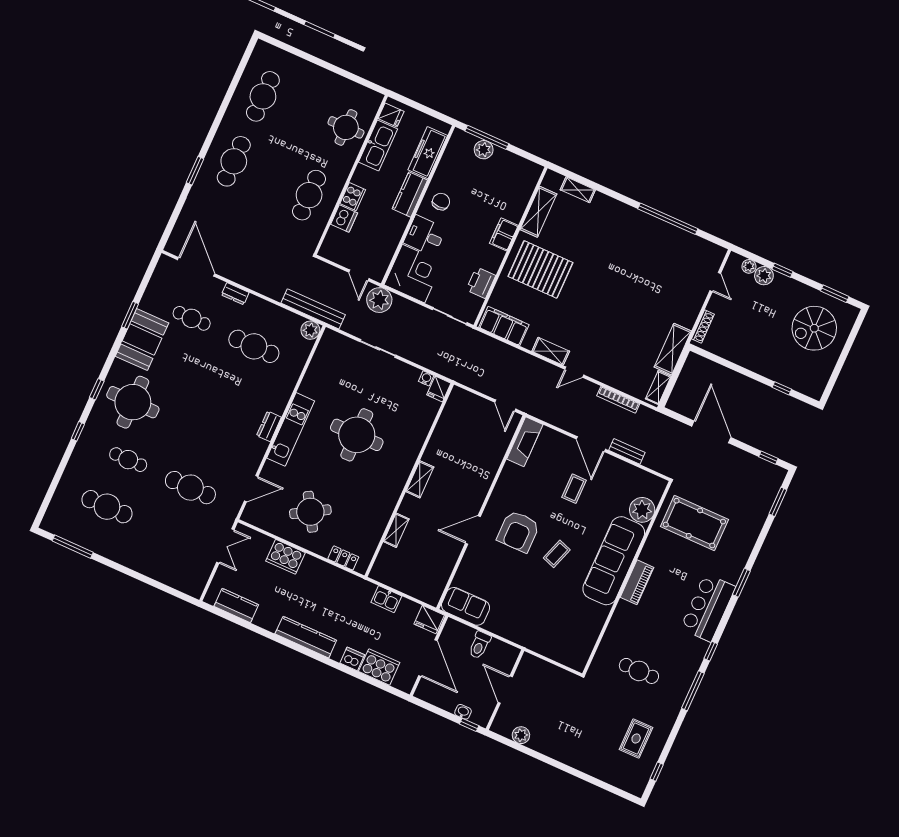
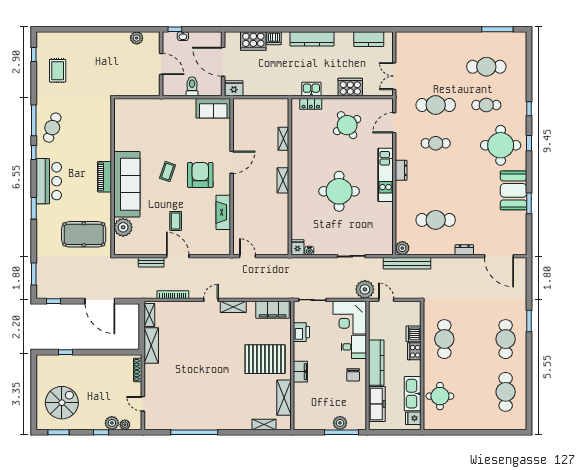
kitchen counter: (410, 194) -> (376, 363), width x1.50
cafe table: (192, 318) -> (436, 143), moved
fireplace: (525, 442) -> (223, 212), moved
kitchen sink: (386, 599) -> (311, 89), moved
cafe table: (639, 671) -> (52, 128), moved, turned -70

